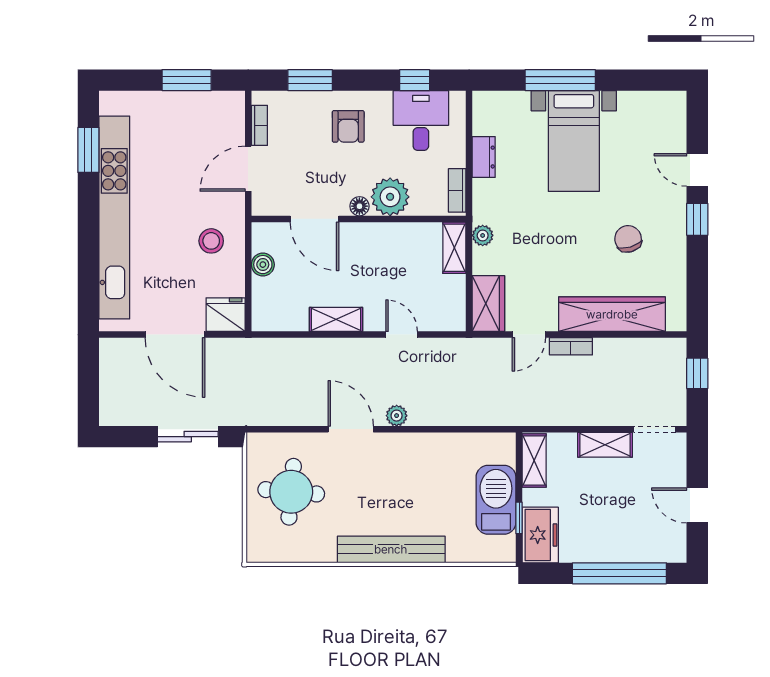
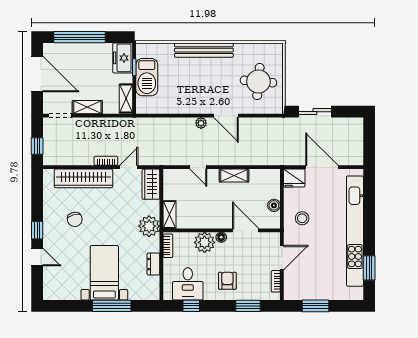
plant: (483, 235) -> (149, 226), width x1.88, depth x1.88
door: (697, 505) -> (37, 74), width x1.87

